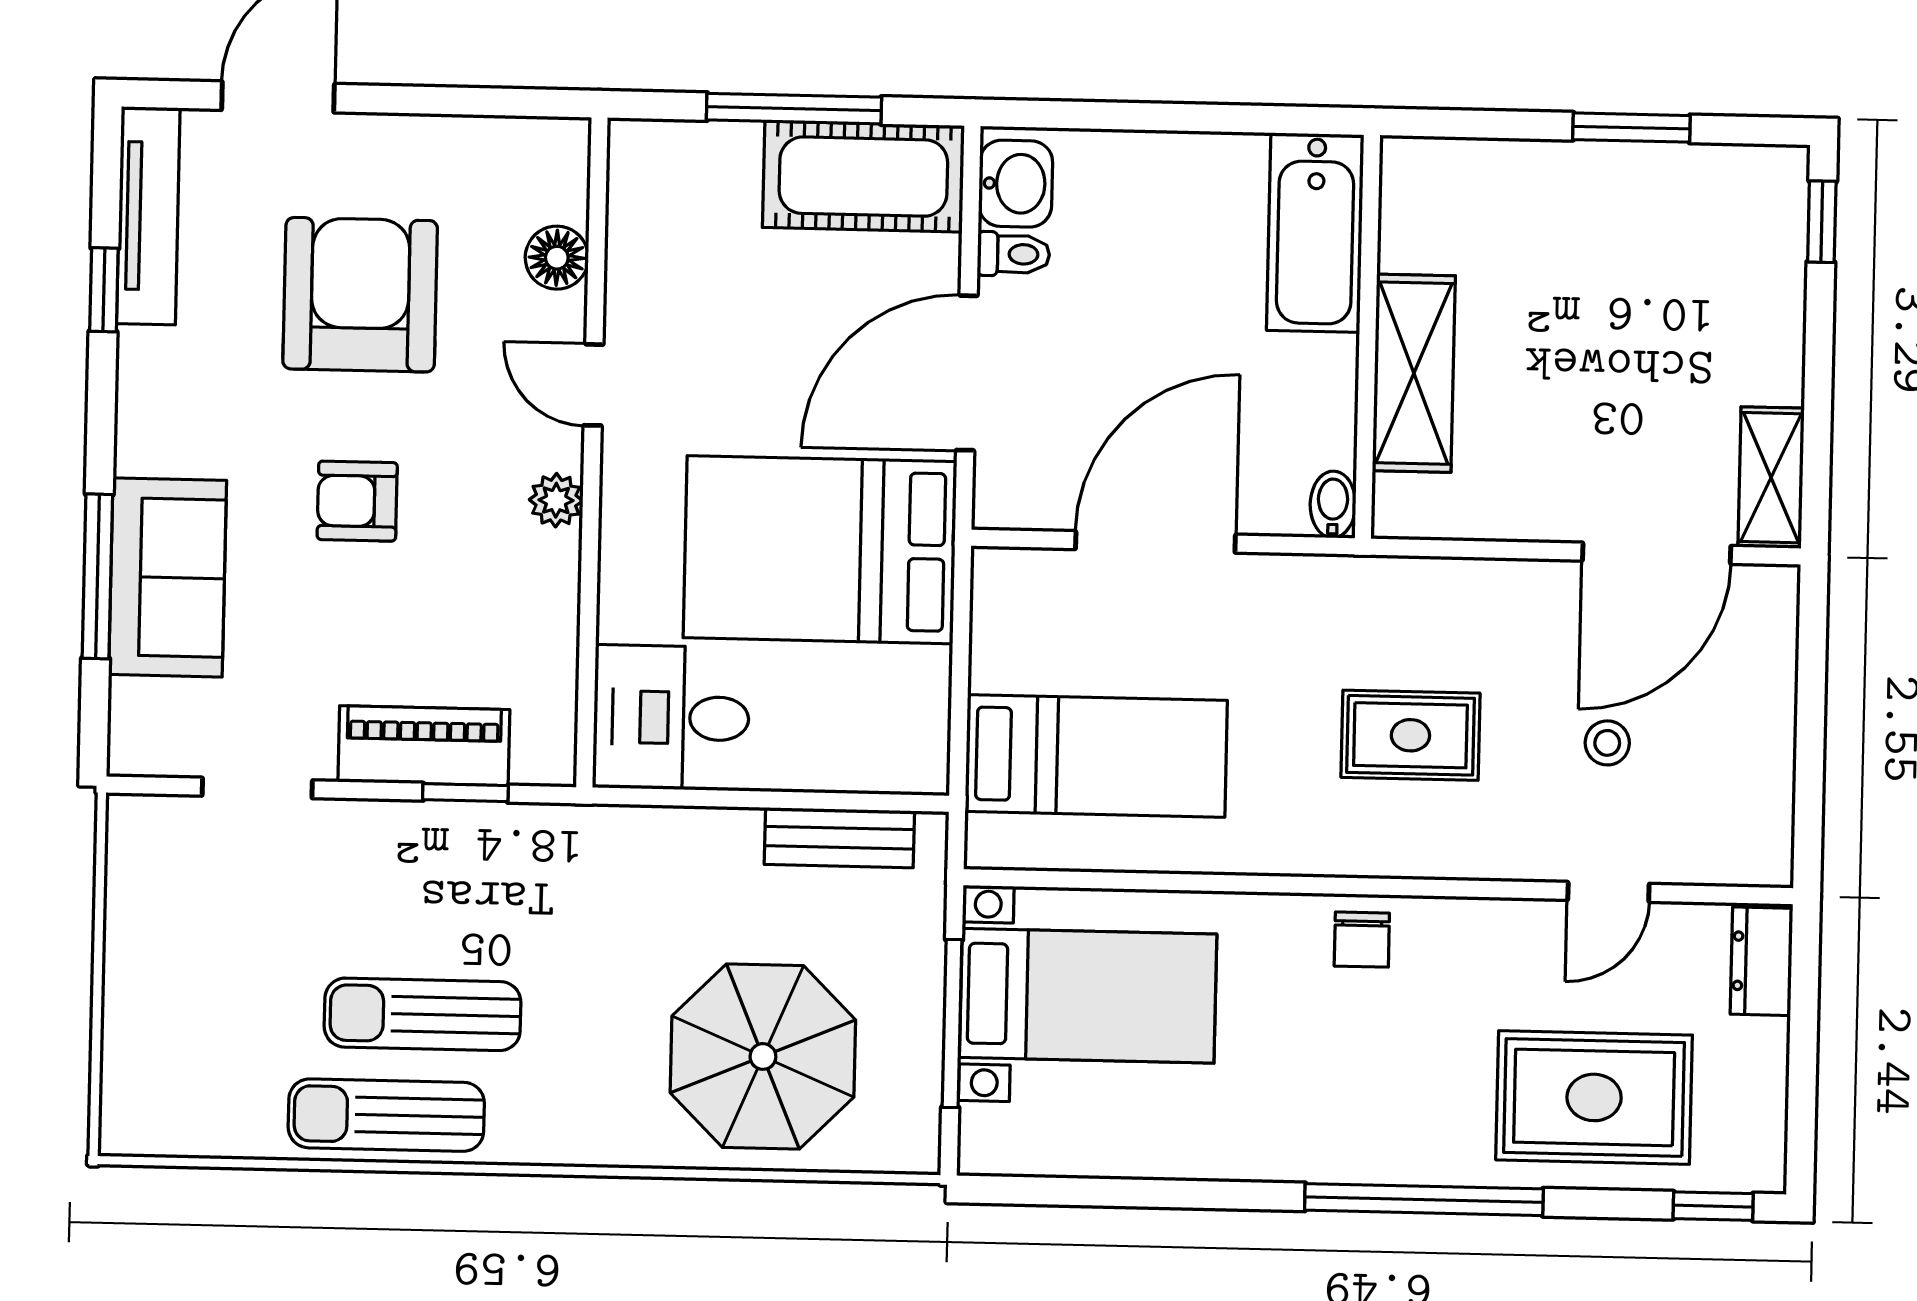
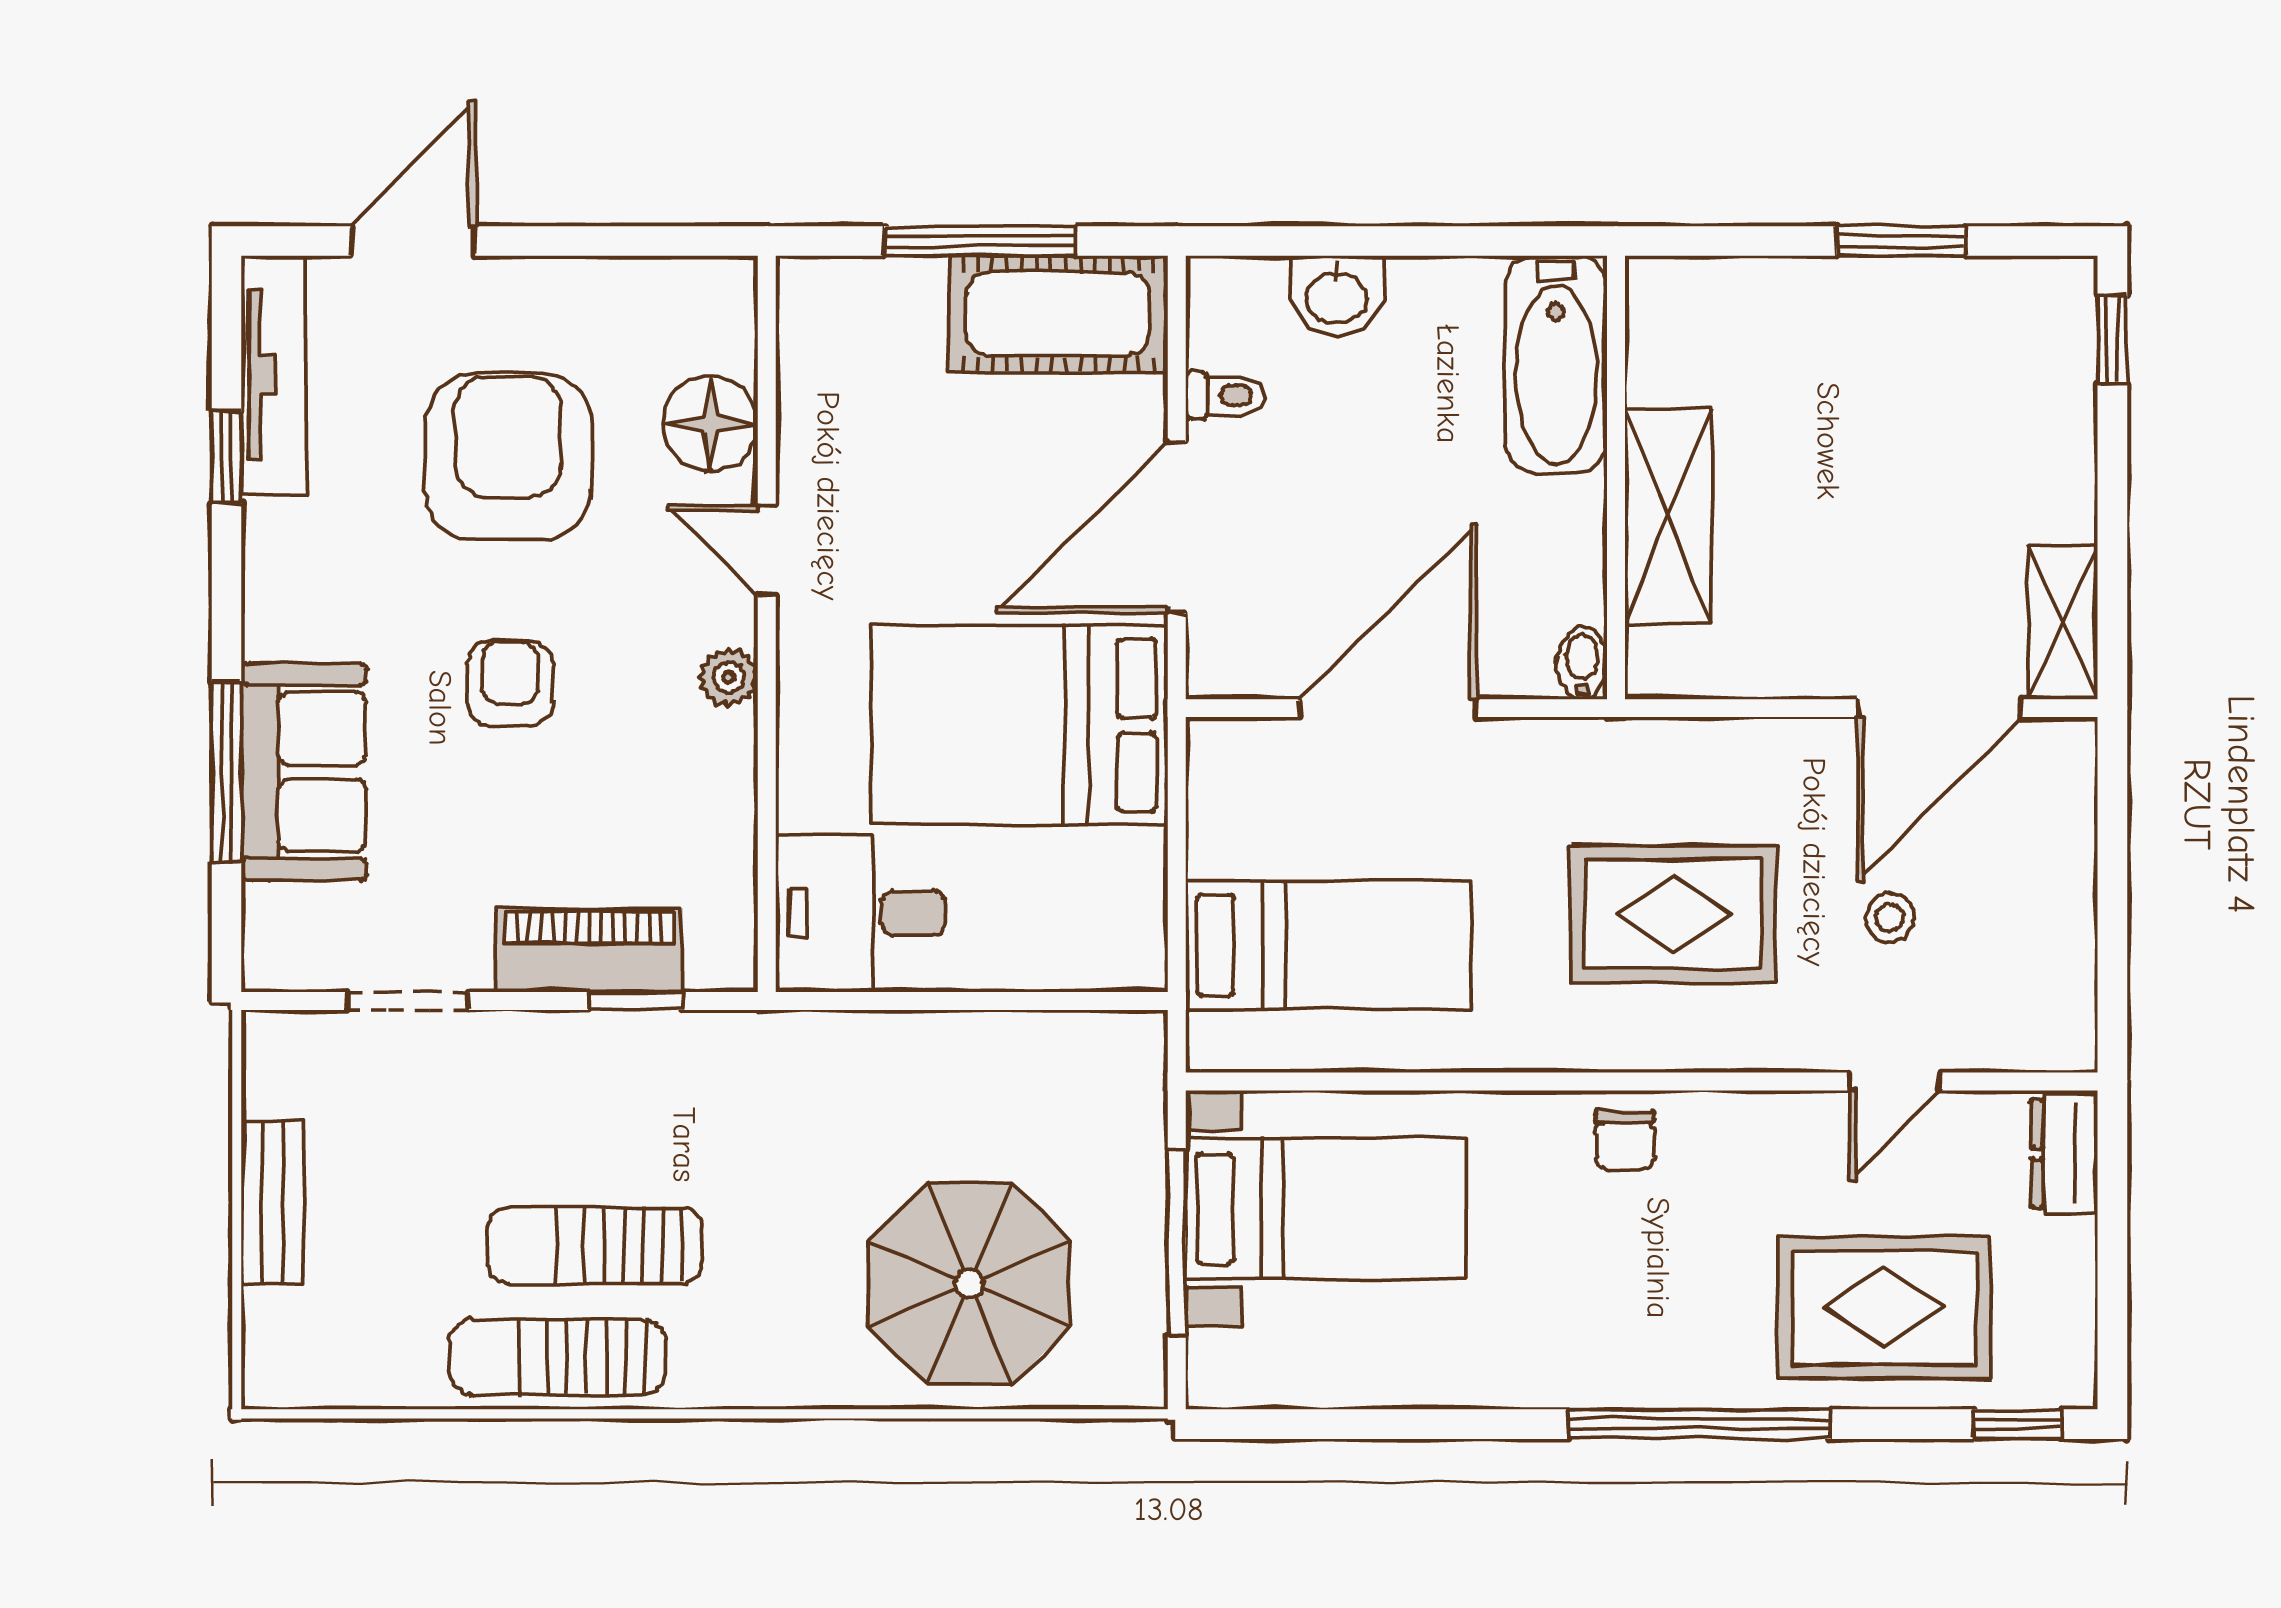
washbasin: (1016, 184) -> (1337, 296), moved, turned 90
floor lamp: (557, 258) -> (710, 424), width x1.38, depth x1.38
armchair: (357, 501) -> (510, 683), turned 90
rug: (1410, 735) -> (1673, 914), width x1.36, depth x1.43
bench: (839, 838) -> (272, 1203), moved, turned 90

